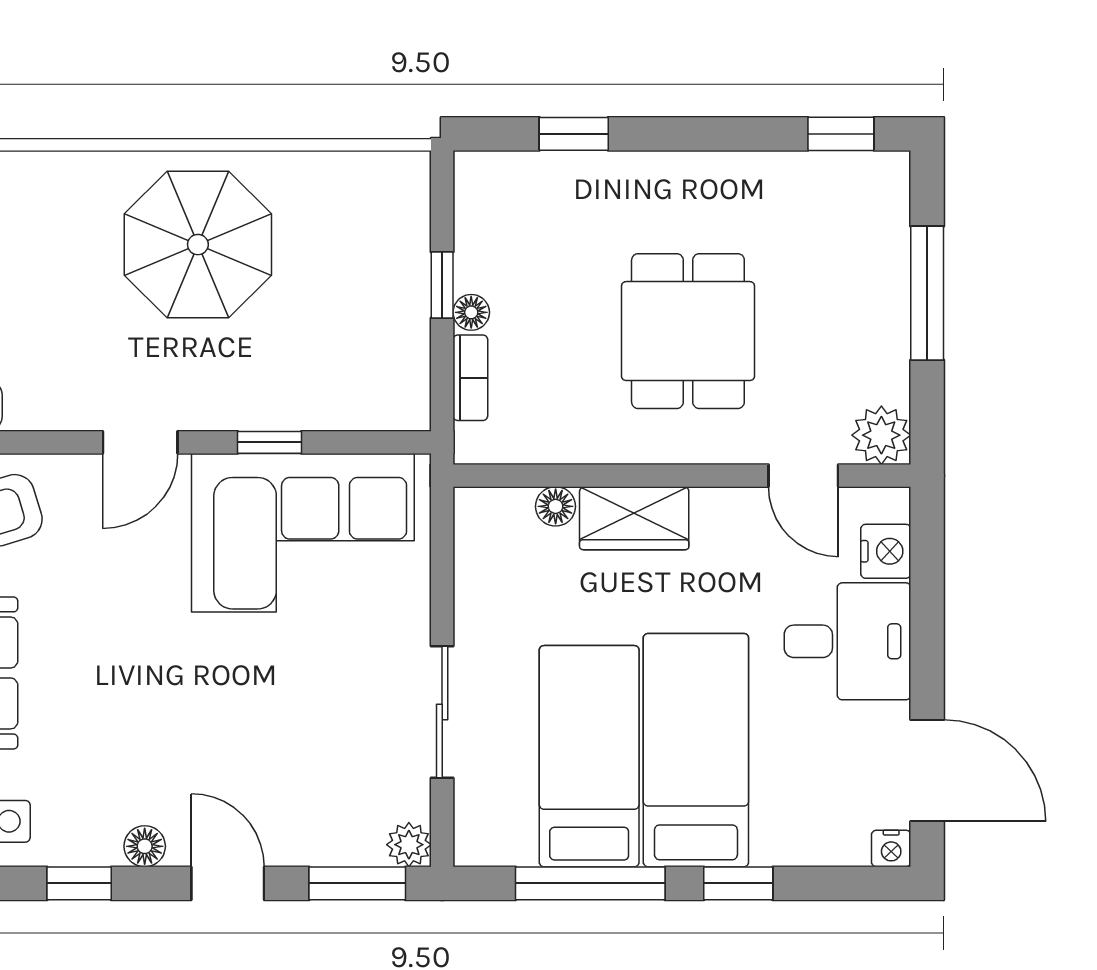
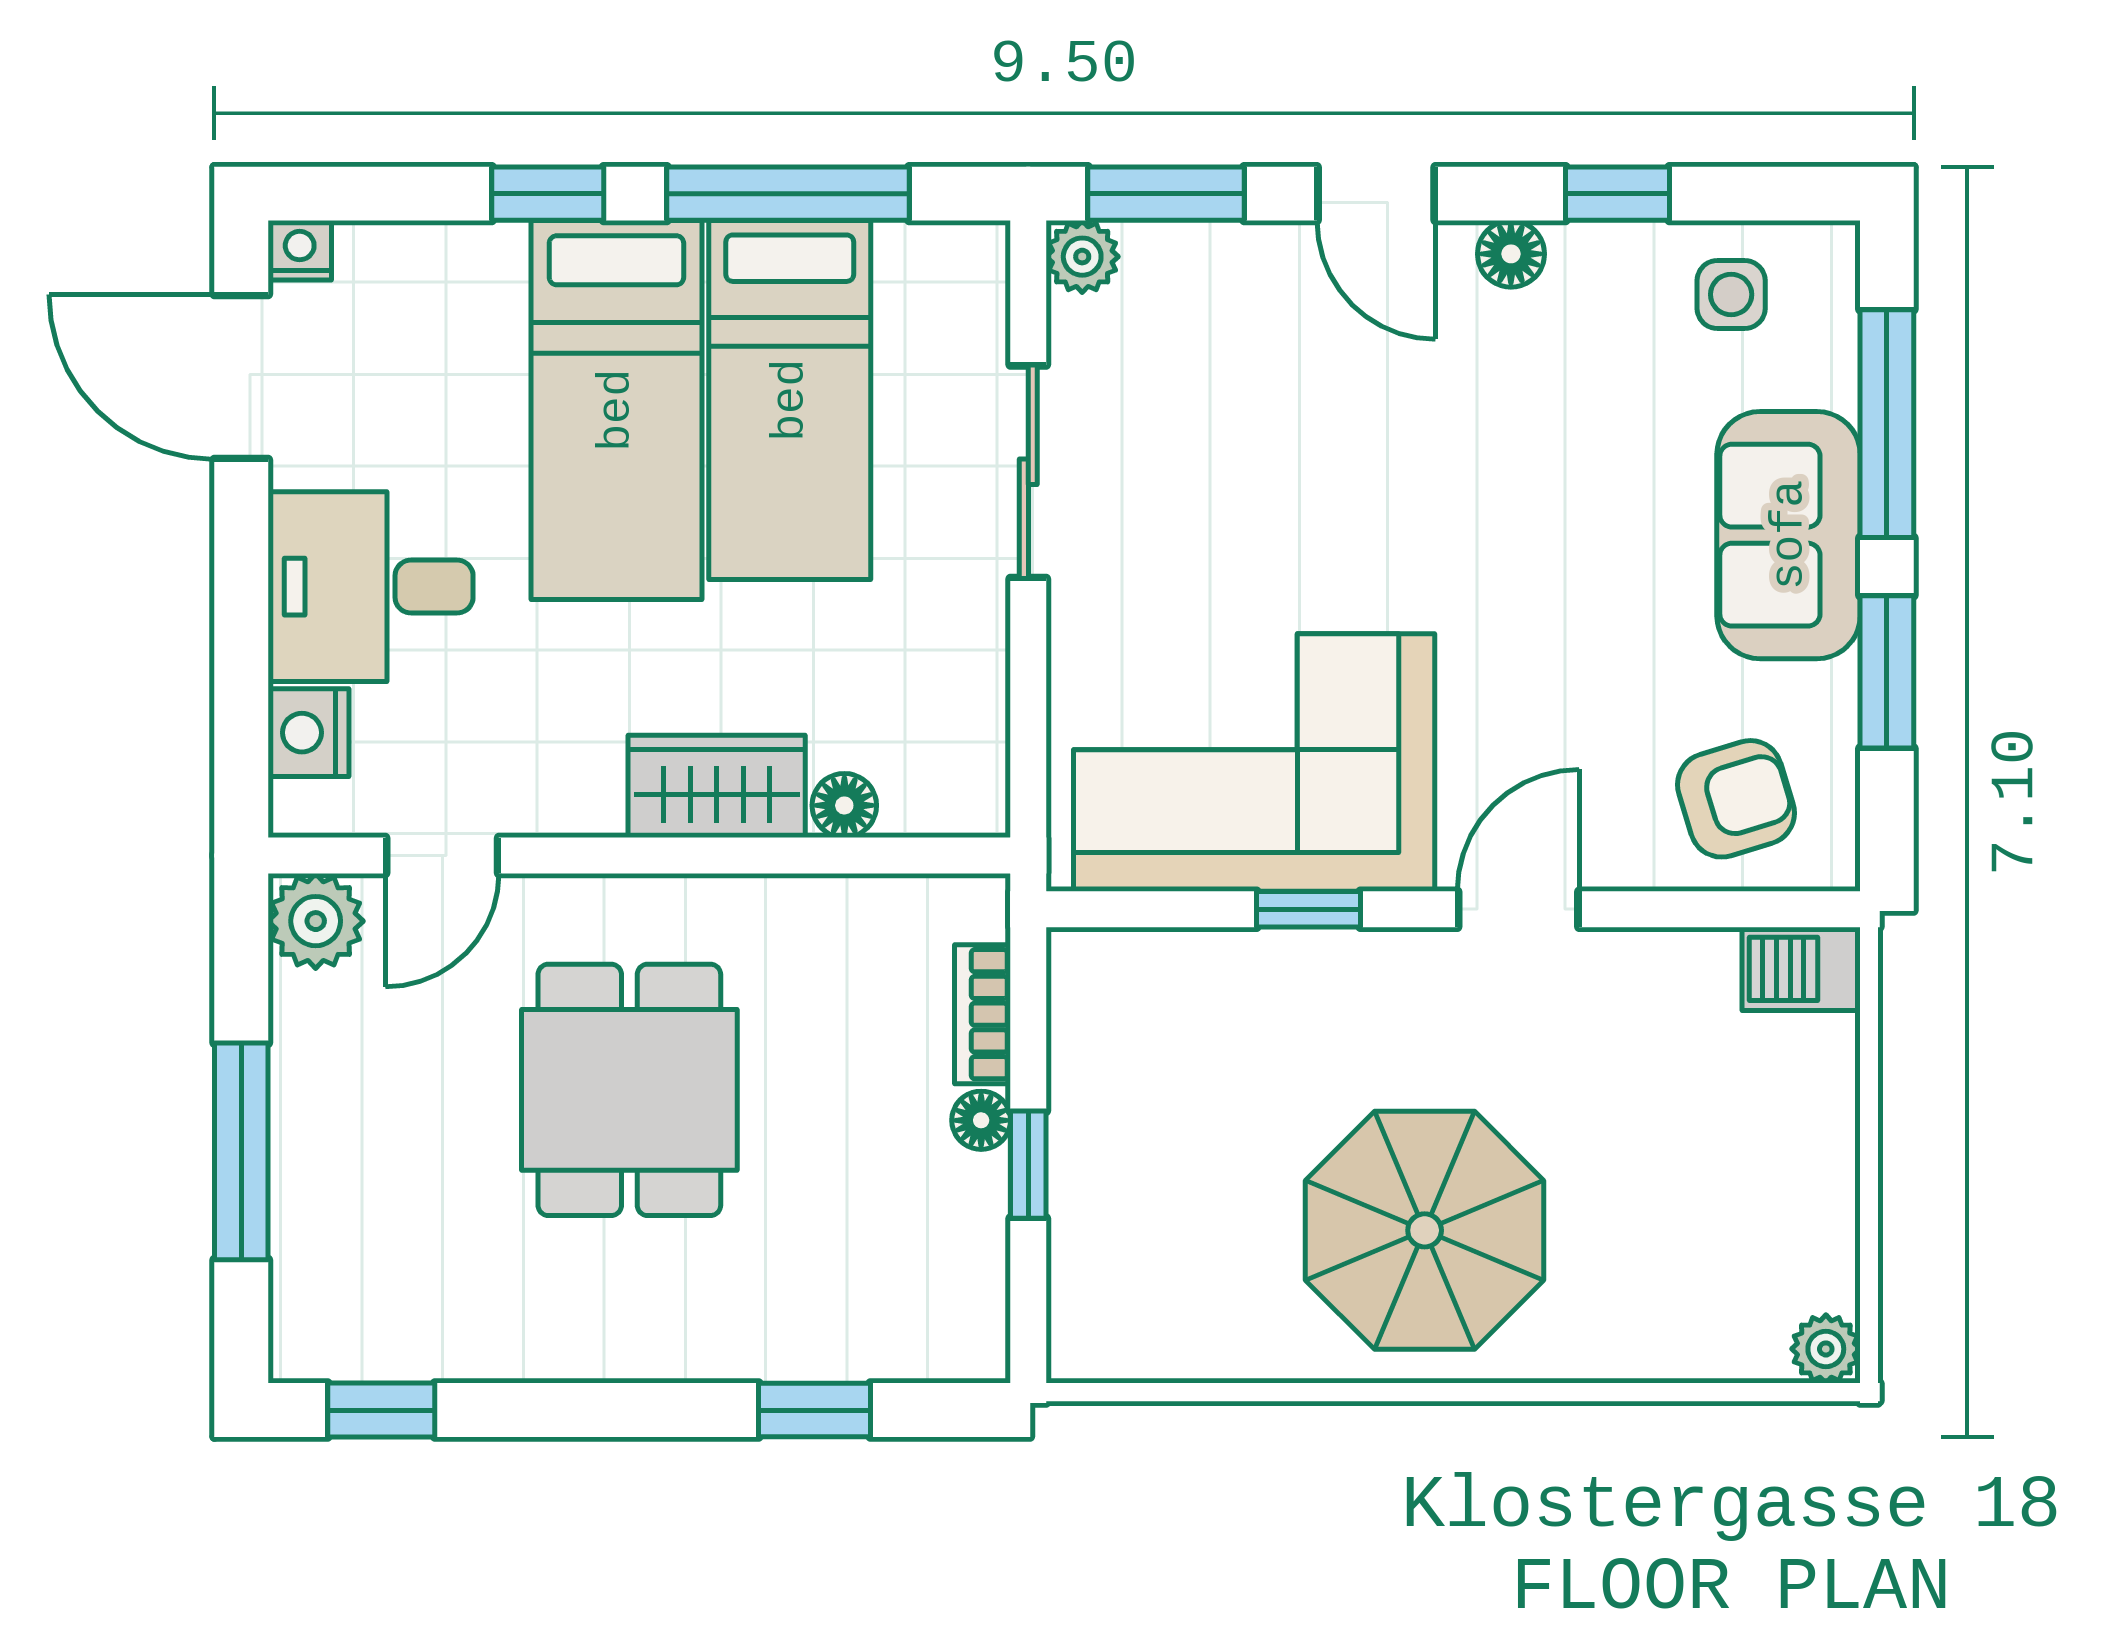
door: (803, 476) -> (442, 856), swing flipped

